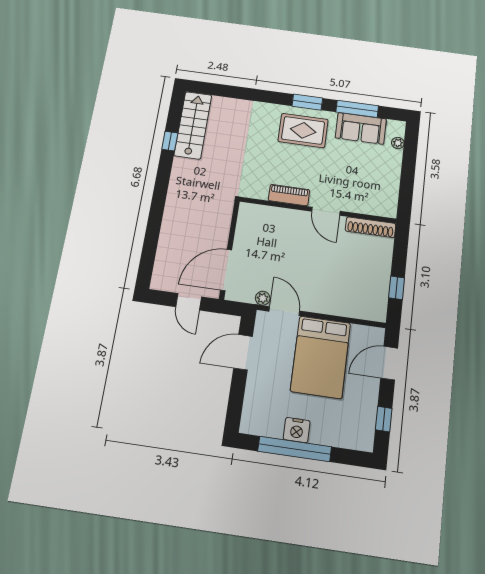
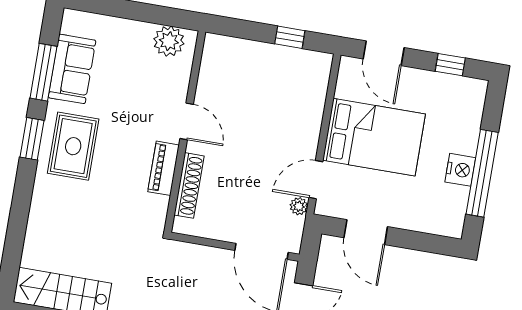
plant: (398, 143) -> (169, 41), moved, width x1.88, depth x1.88
door: (326, 211) -> (187, 121), hinge flipped
shoe rack: (371, 227) -> (189, 185), moved

